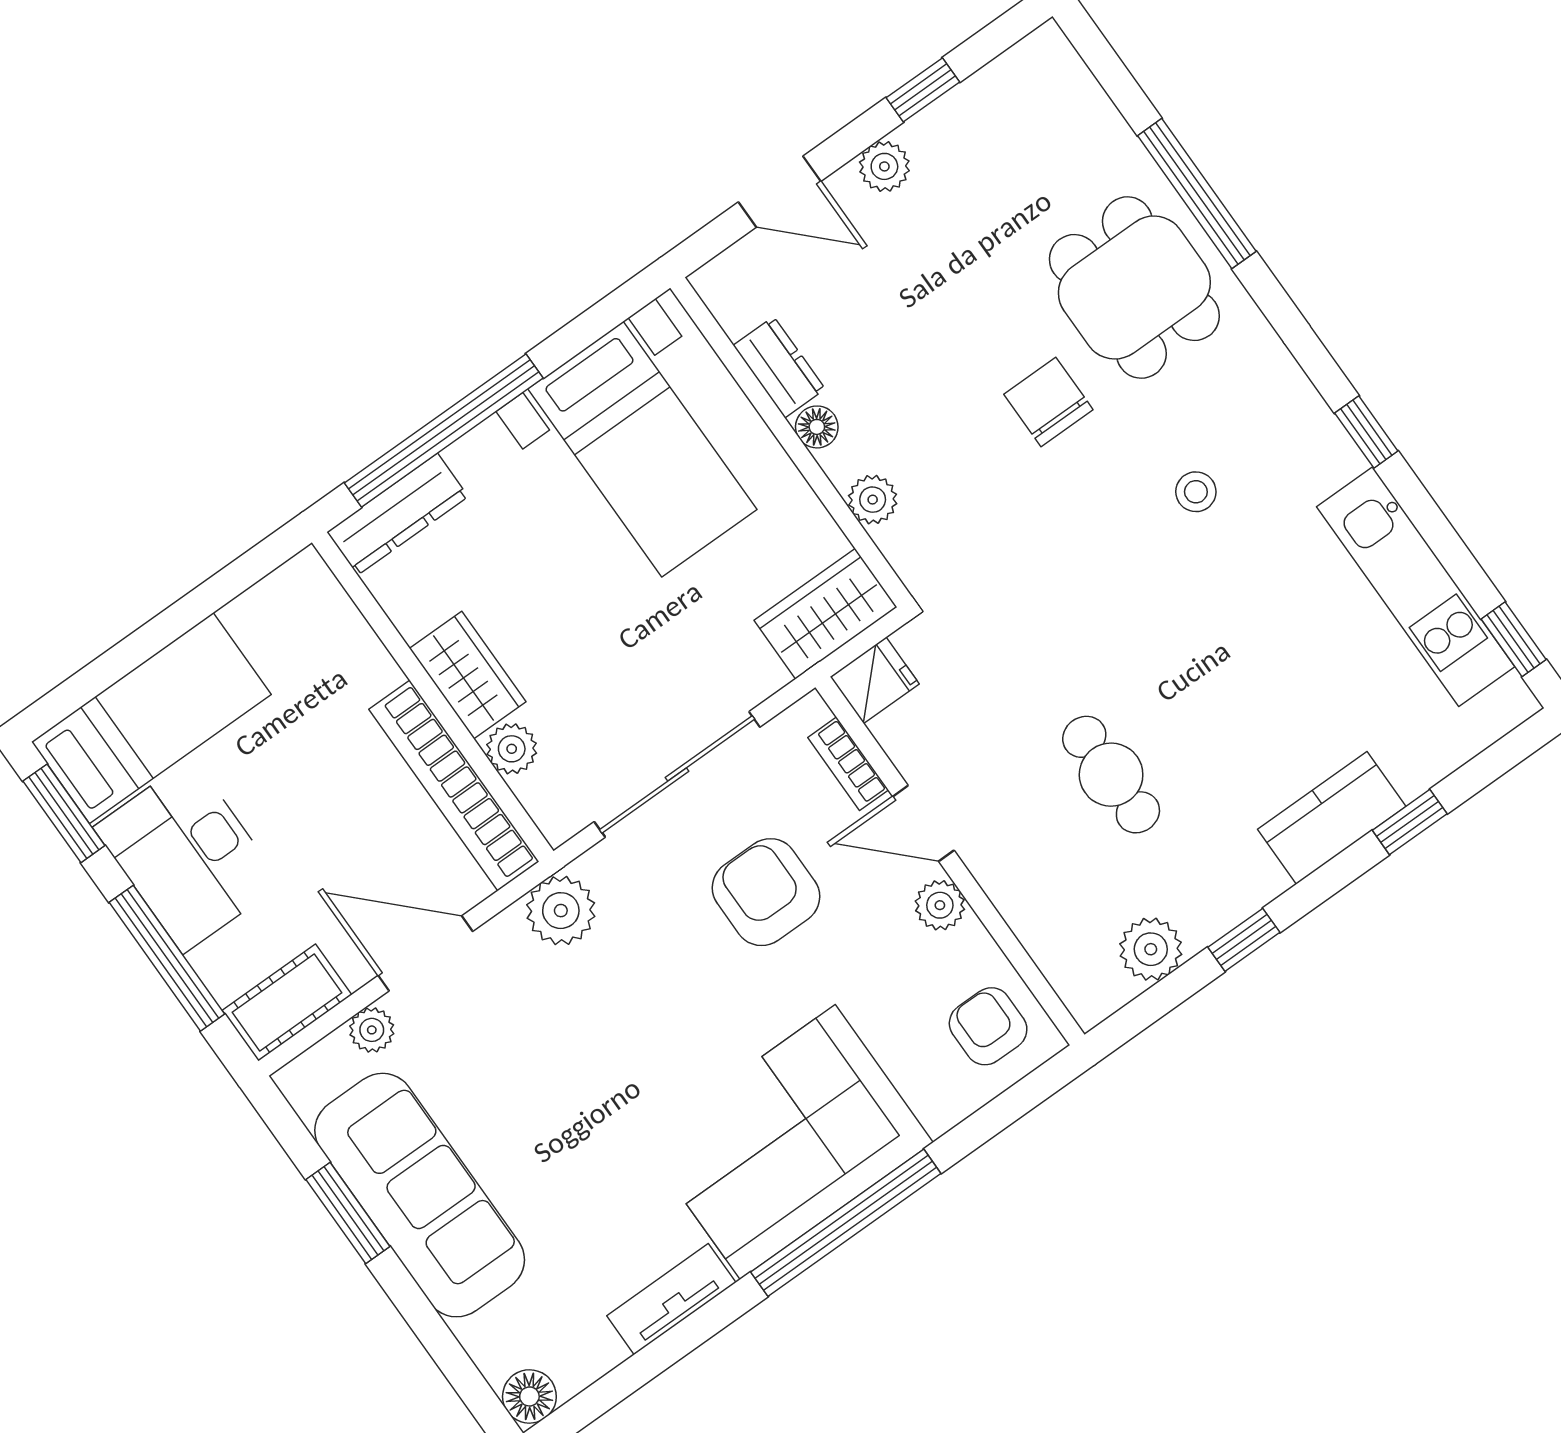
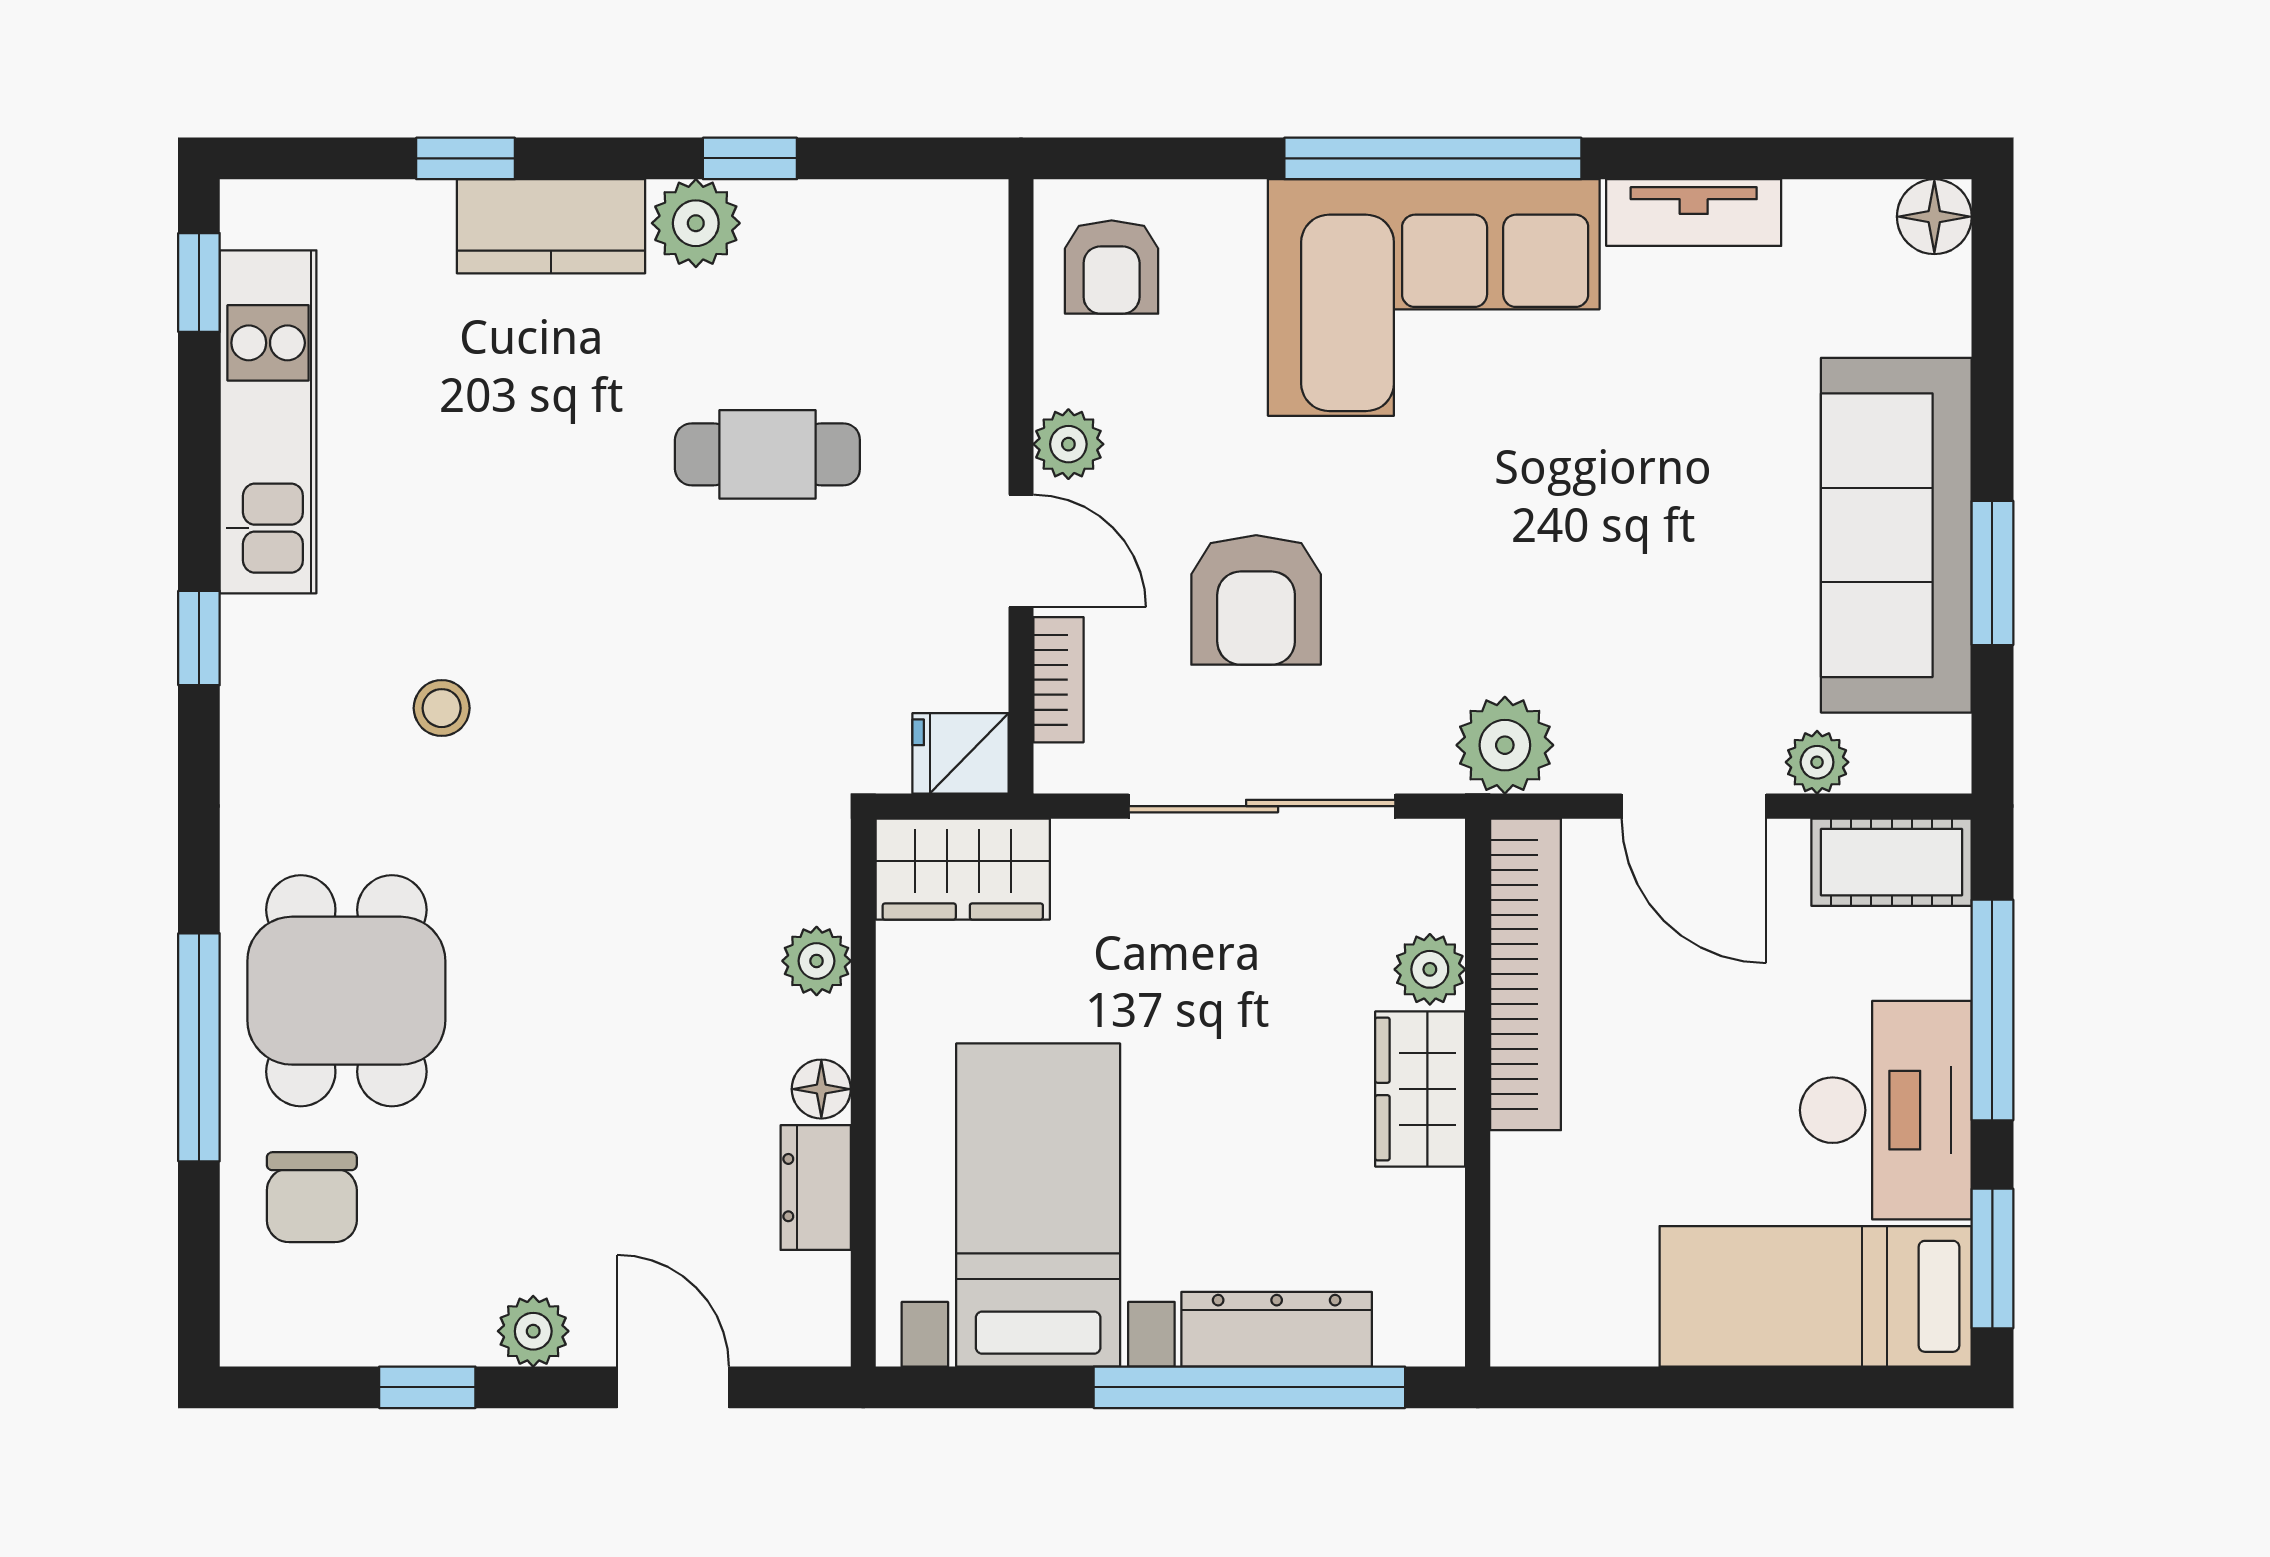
chair: (1048, 402) -> (312, 1197), moved
dresser: (398, 514) -> (1277, 1329), moved
cafe table: (1111, 775) -> (767, 454), turned 90
plant: (1151, 949) -> (696, 223), moved

